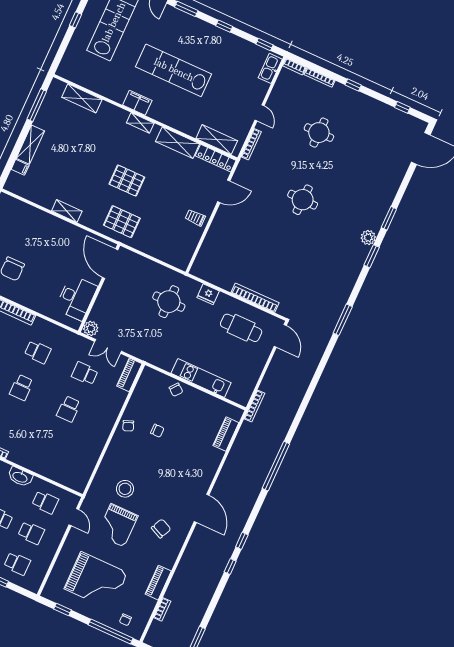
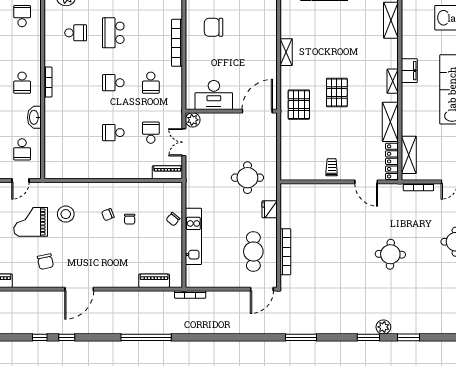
chair: (128, 426) -> (108, 215), moved
chair: (161, 529) -> (45, 262), turned 53

